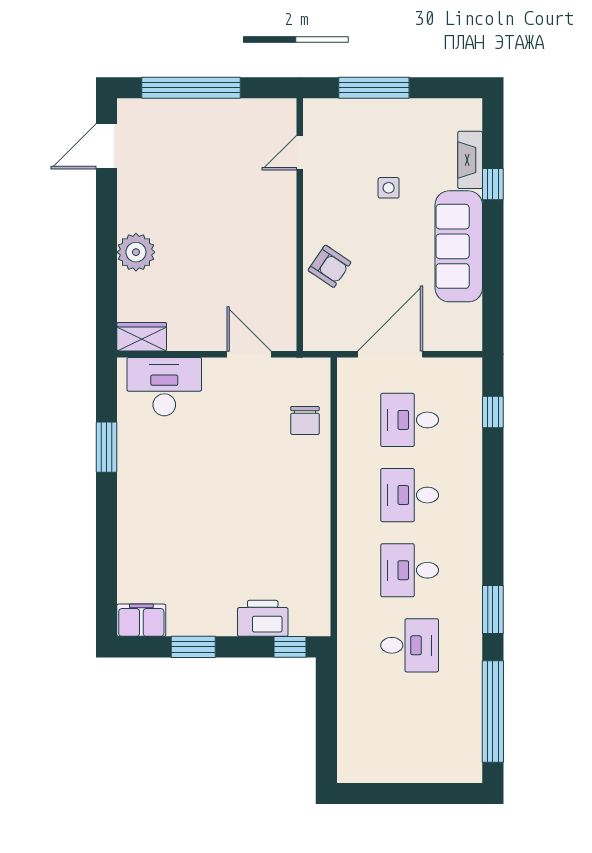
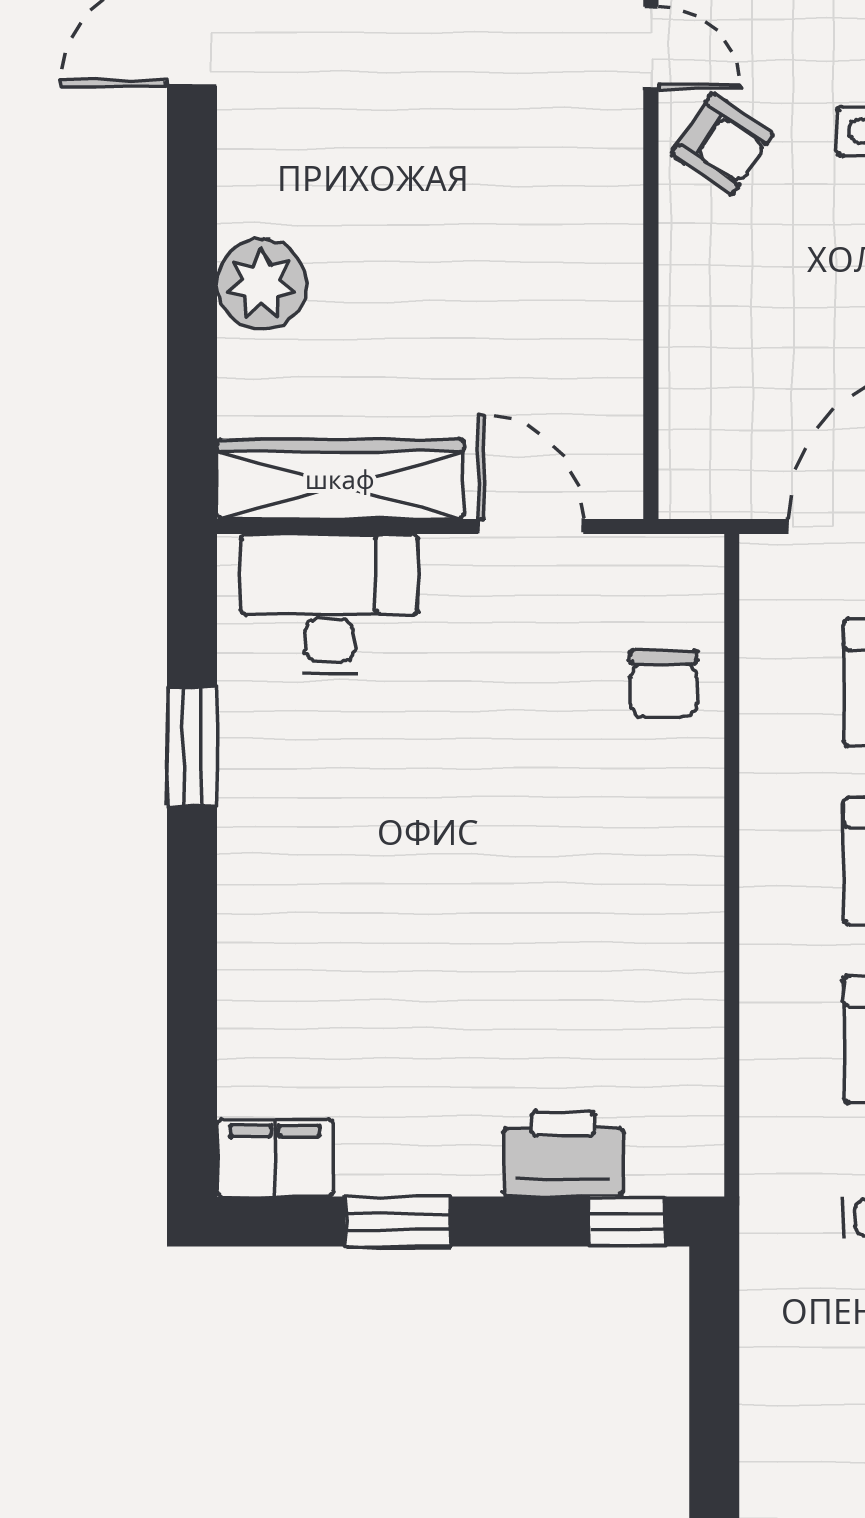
door: (300, 153) -> (651, 48), swing flipped
armchair: (329, 266) -> (722, 144), moved
wardrobe: (142, 337) -> (340, 479), width x2.10, depth x1.17

